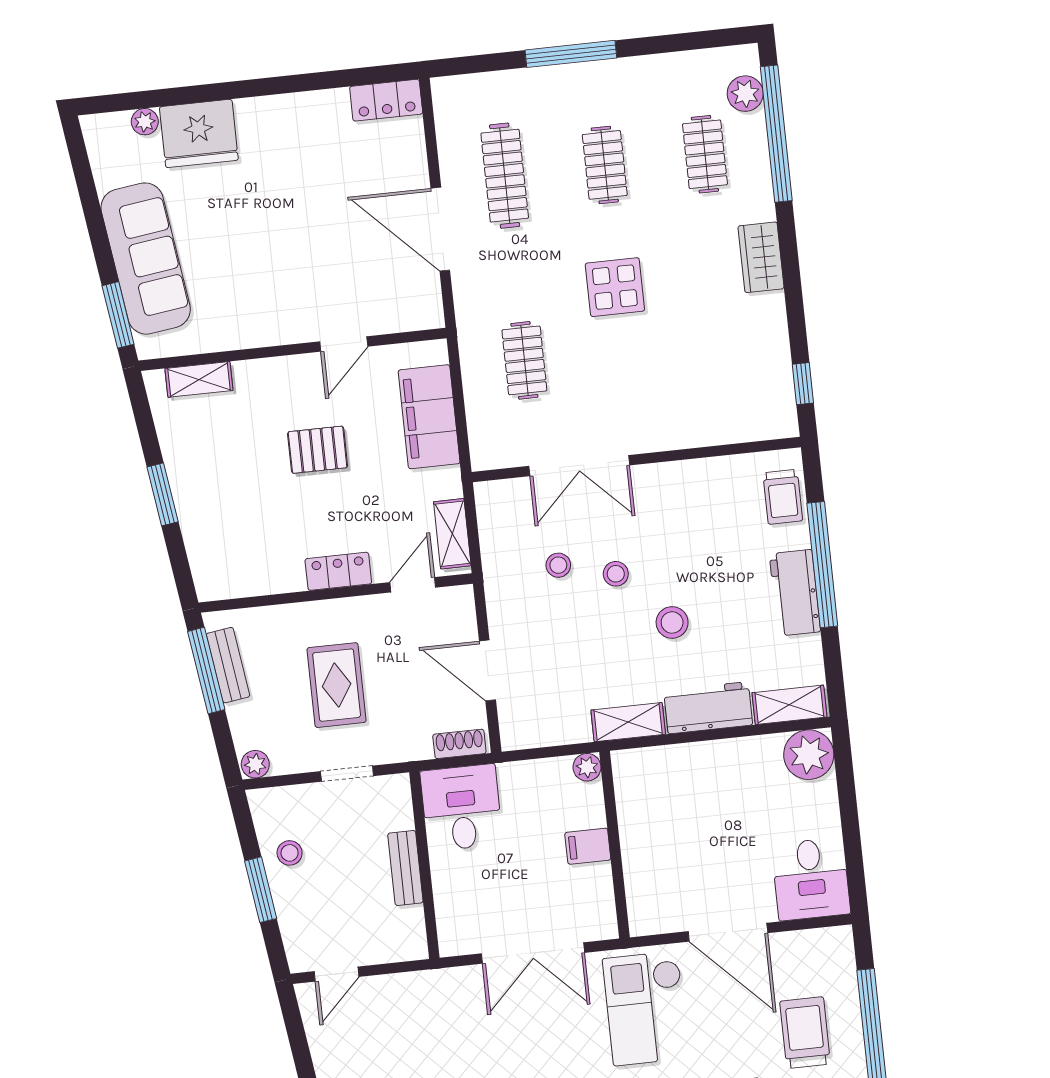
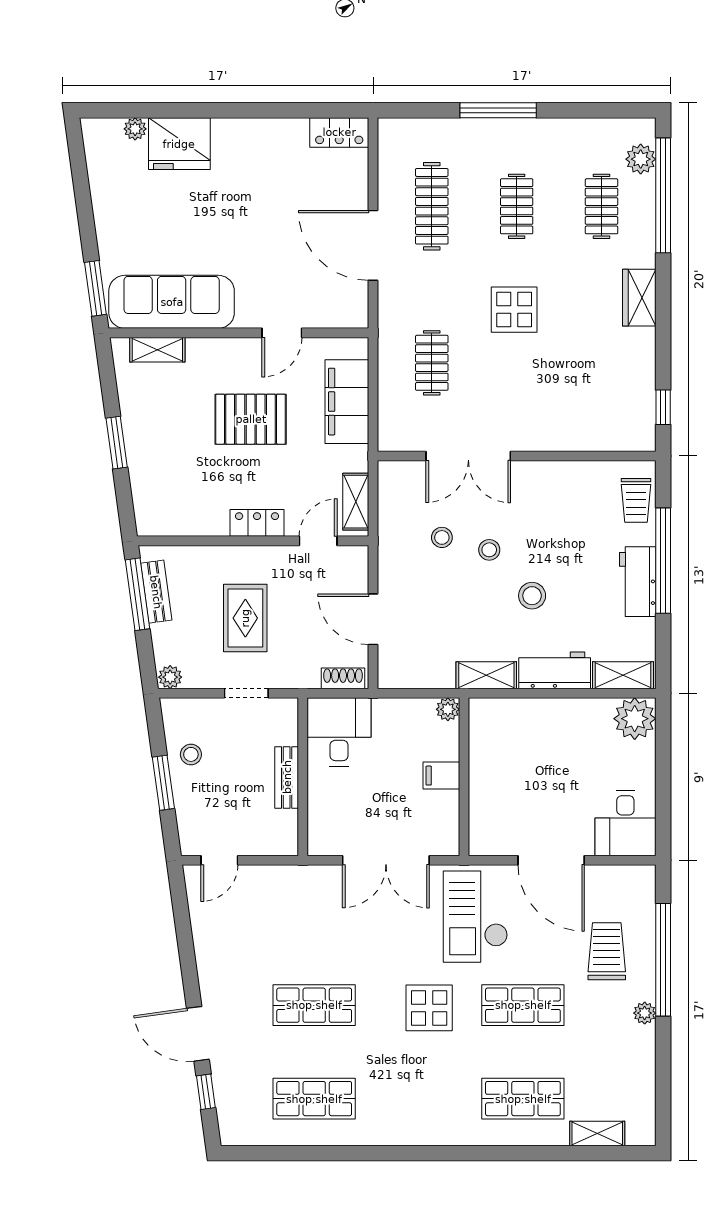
sofa: (146, 259) -> (172, 302), moved, turned -82
pallet: (318, 450) -> (251, 419), width x1.50, depth x1.42

